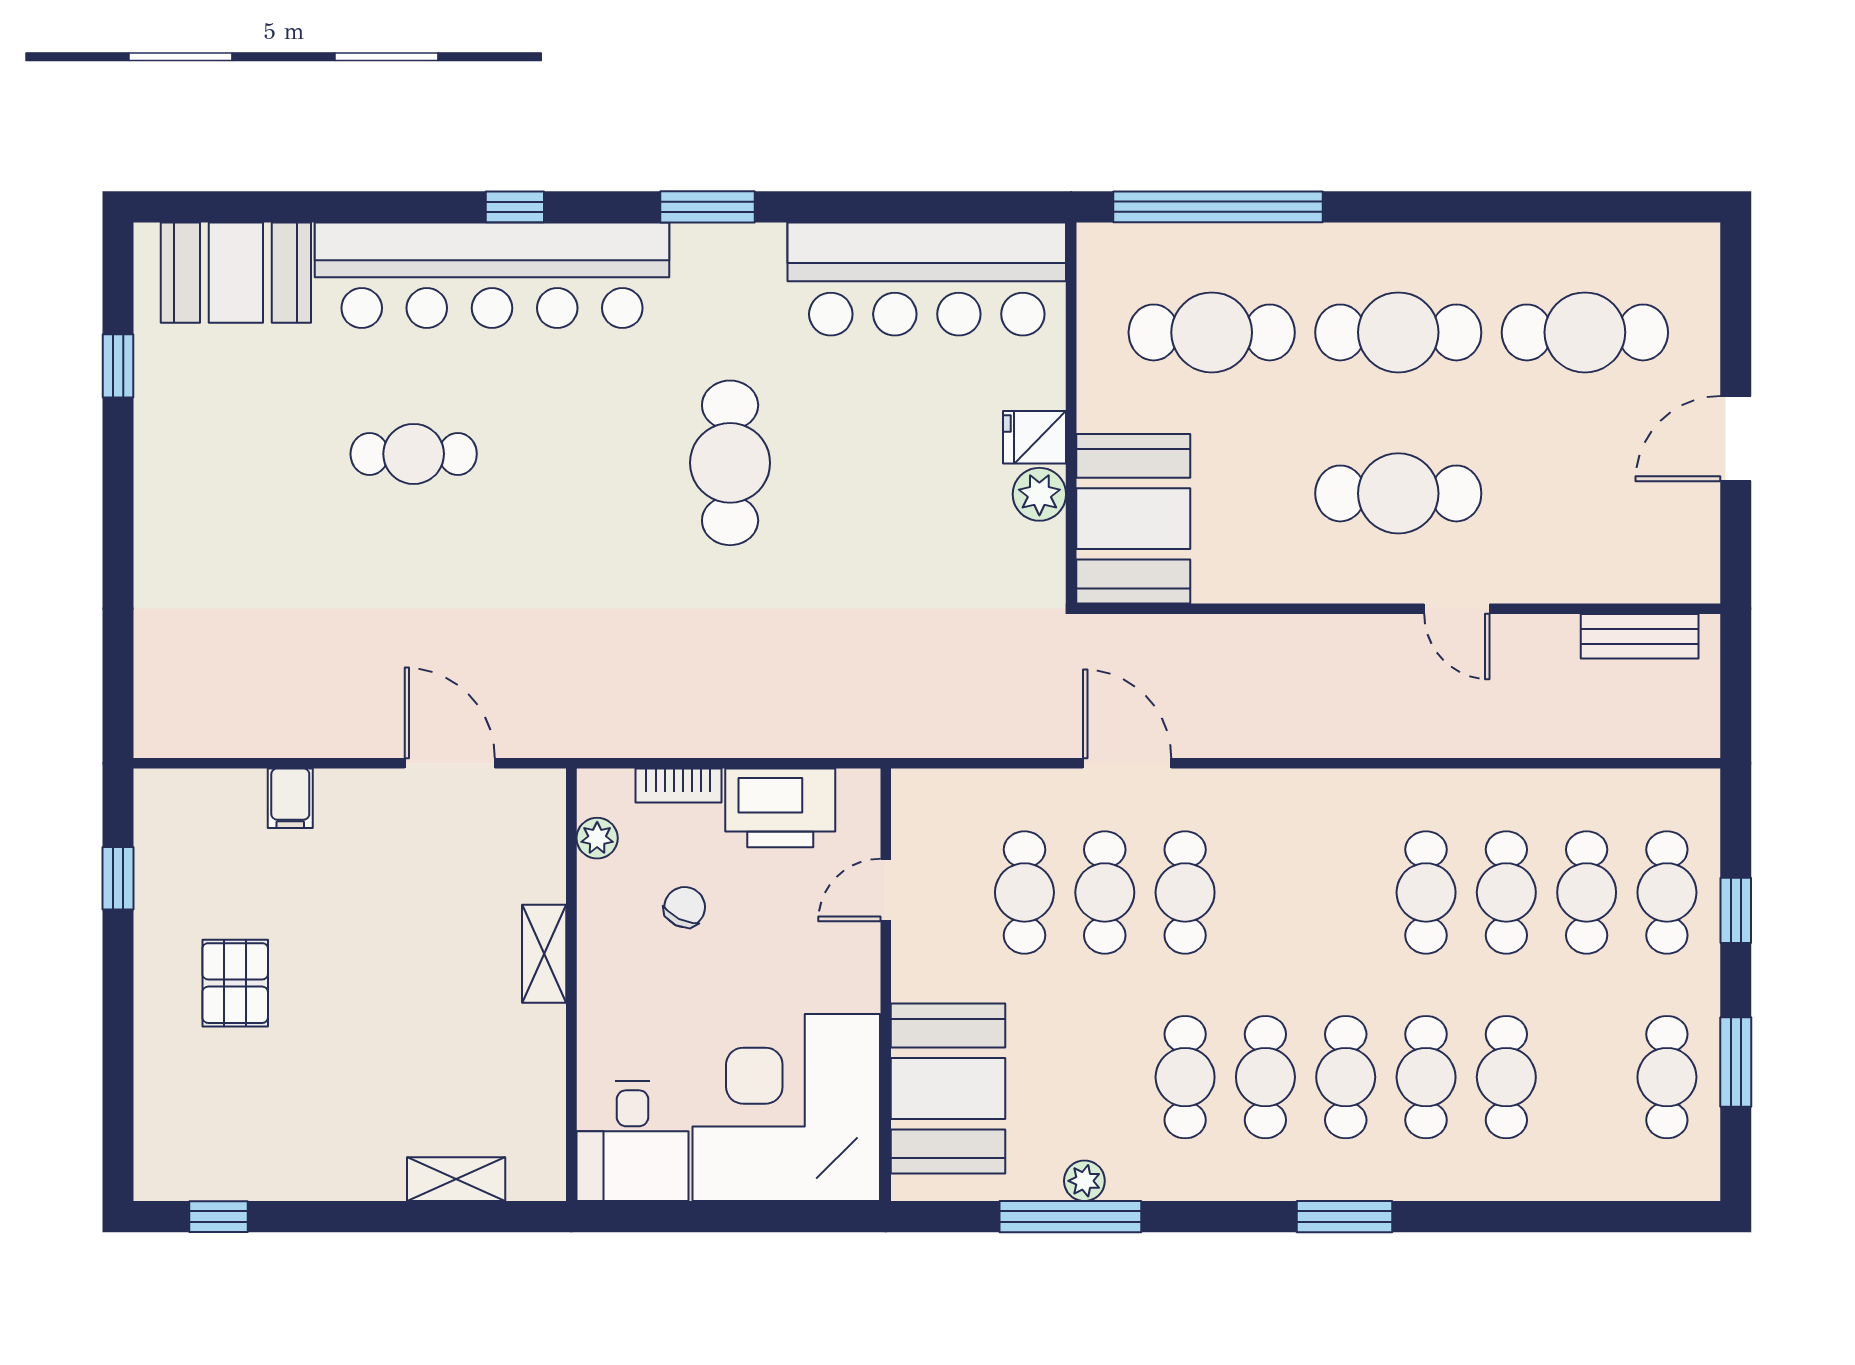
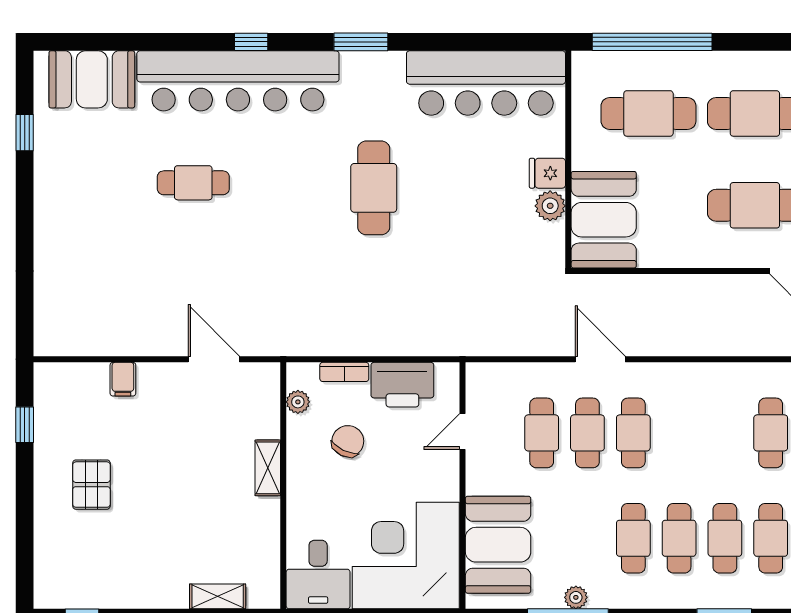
chair: (685, 907) -> (348, 441), width x1.37, depth x1.37

